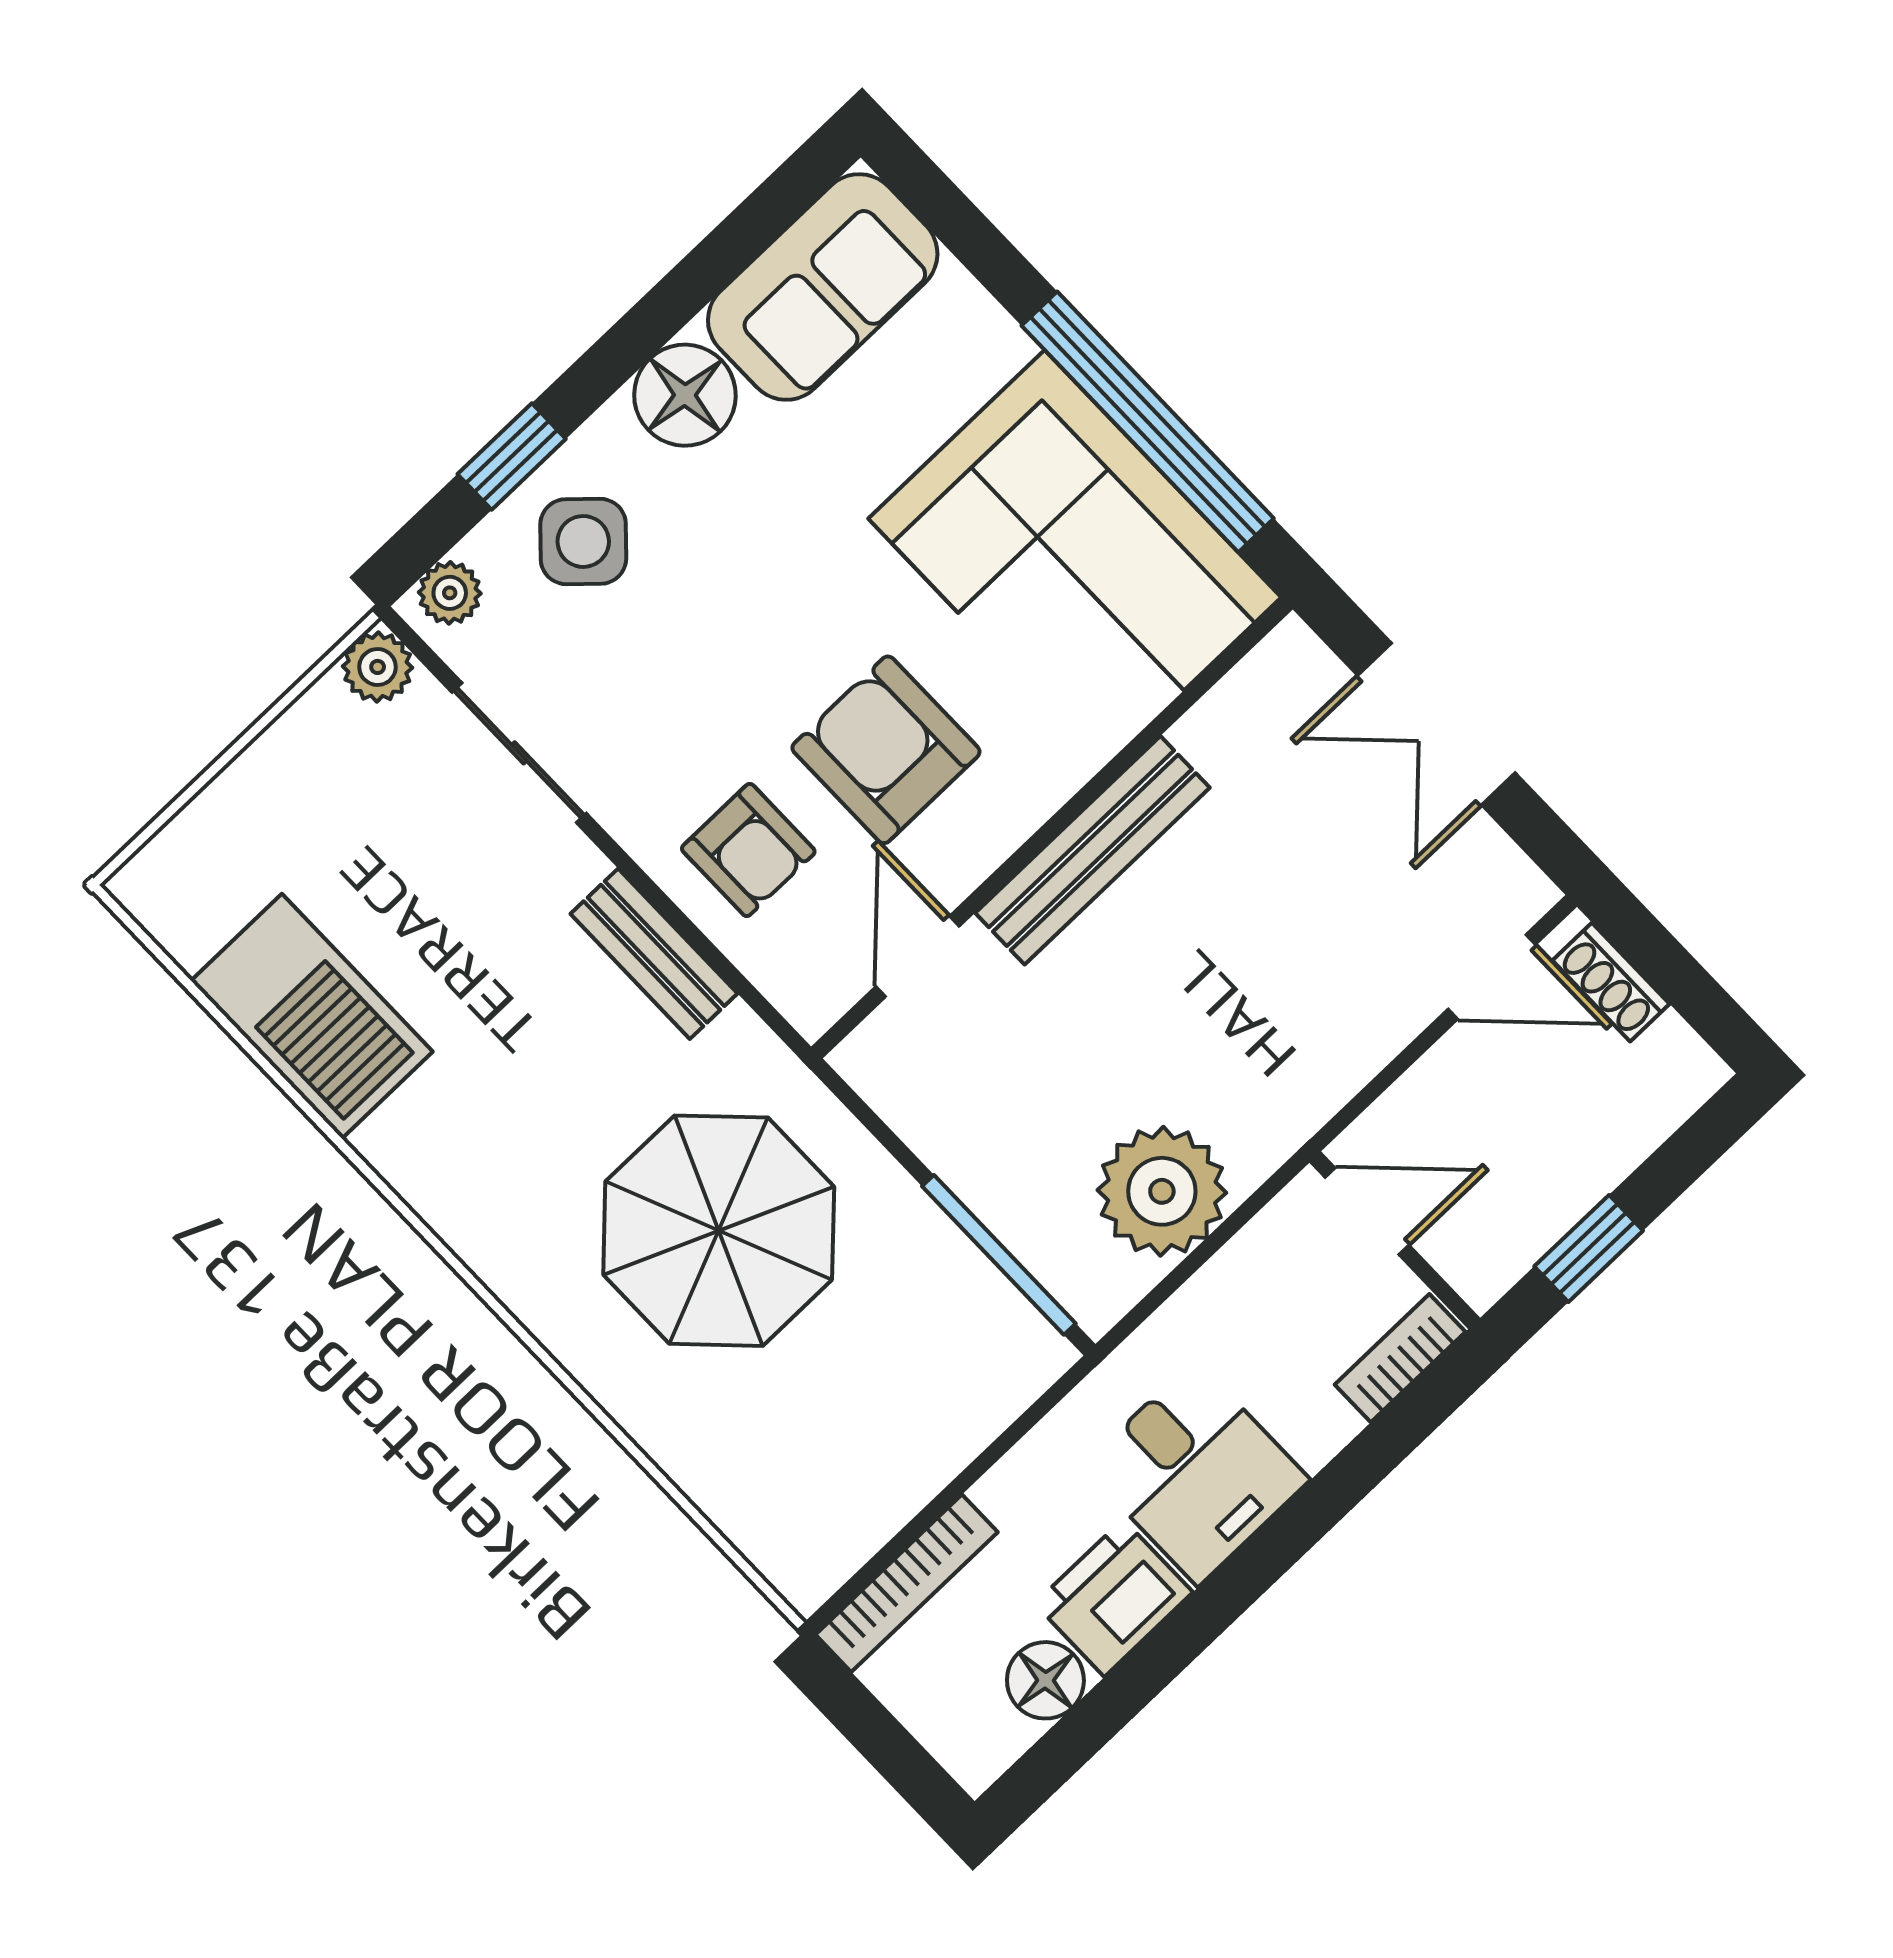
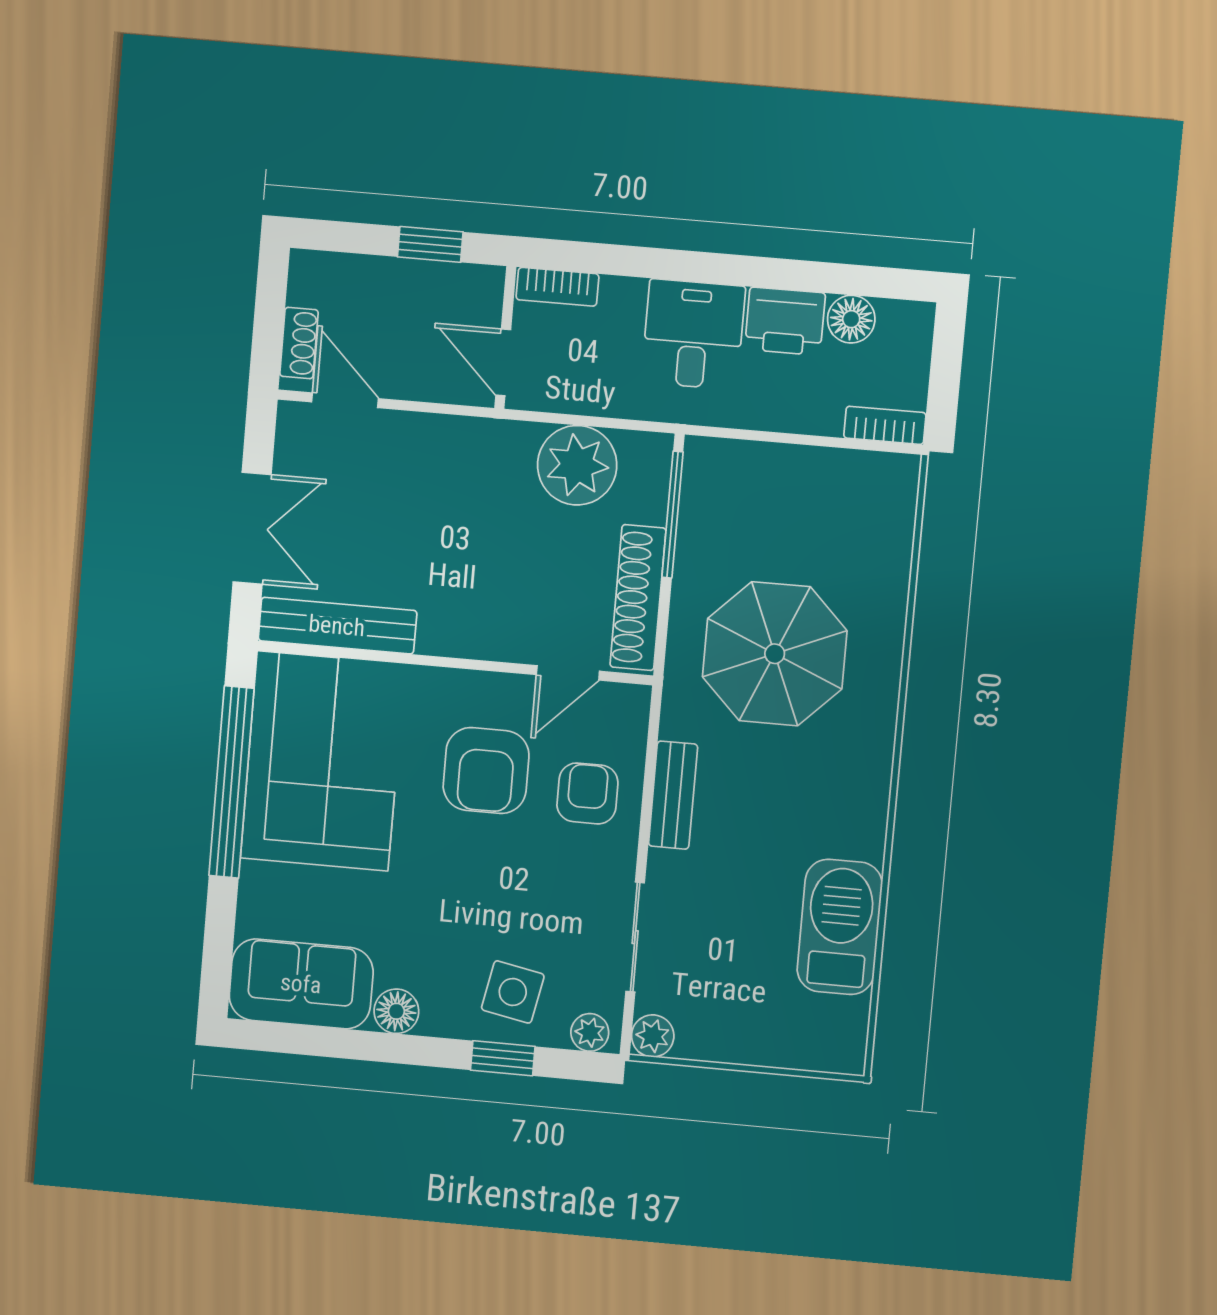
floor lamp: (685, 395) -> (396, 1011), width x0.73, depth x0.73
side table: (583, 541) -> (513, 992), turned -32
bench: (1092, 850) -> (337, 626), moved
shoe rack: (935, 1124) -> (638, 598), added
bookcase: (907, 1583) -> (885, 425), width x0.64

